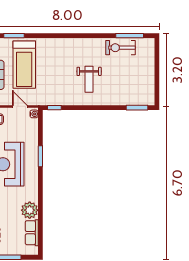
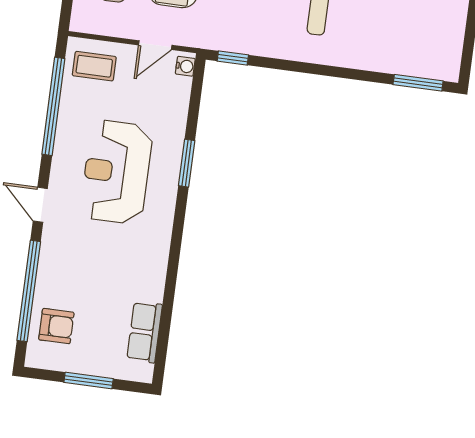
door: (20, 106) -> (155, 45), swing flipped
plant: (30, 210) -> (146, 281), removed

